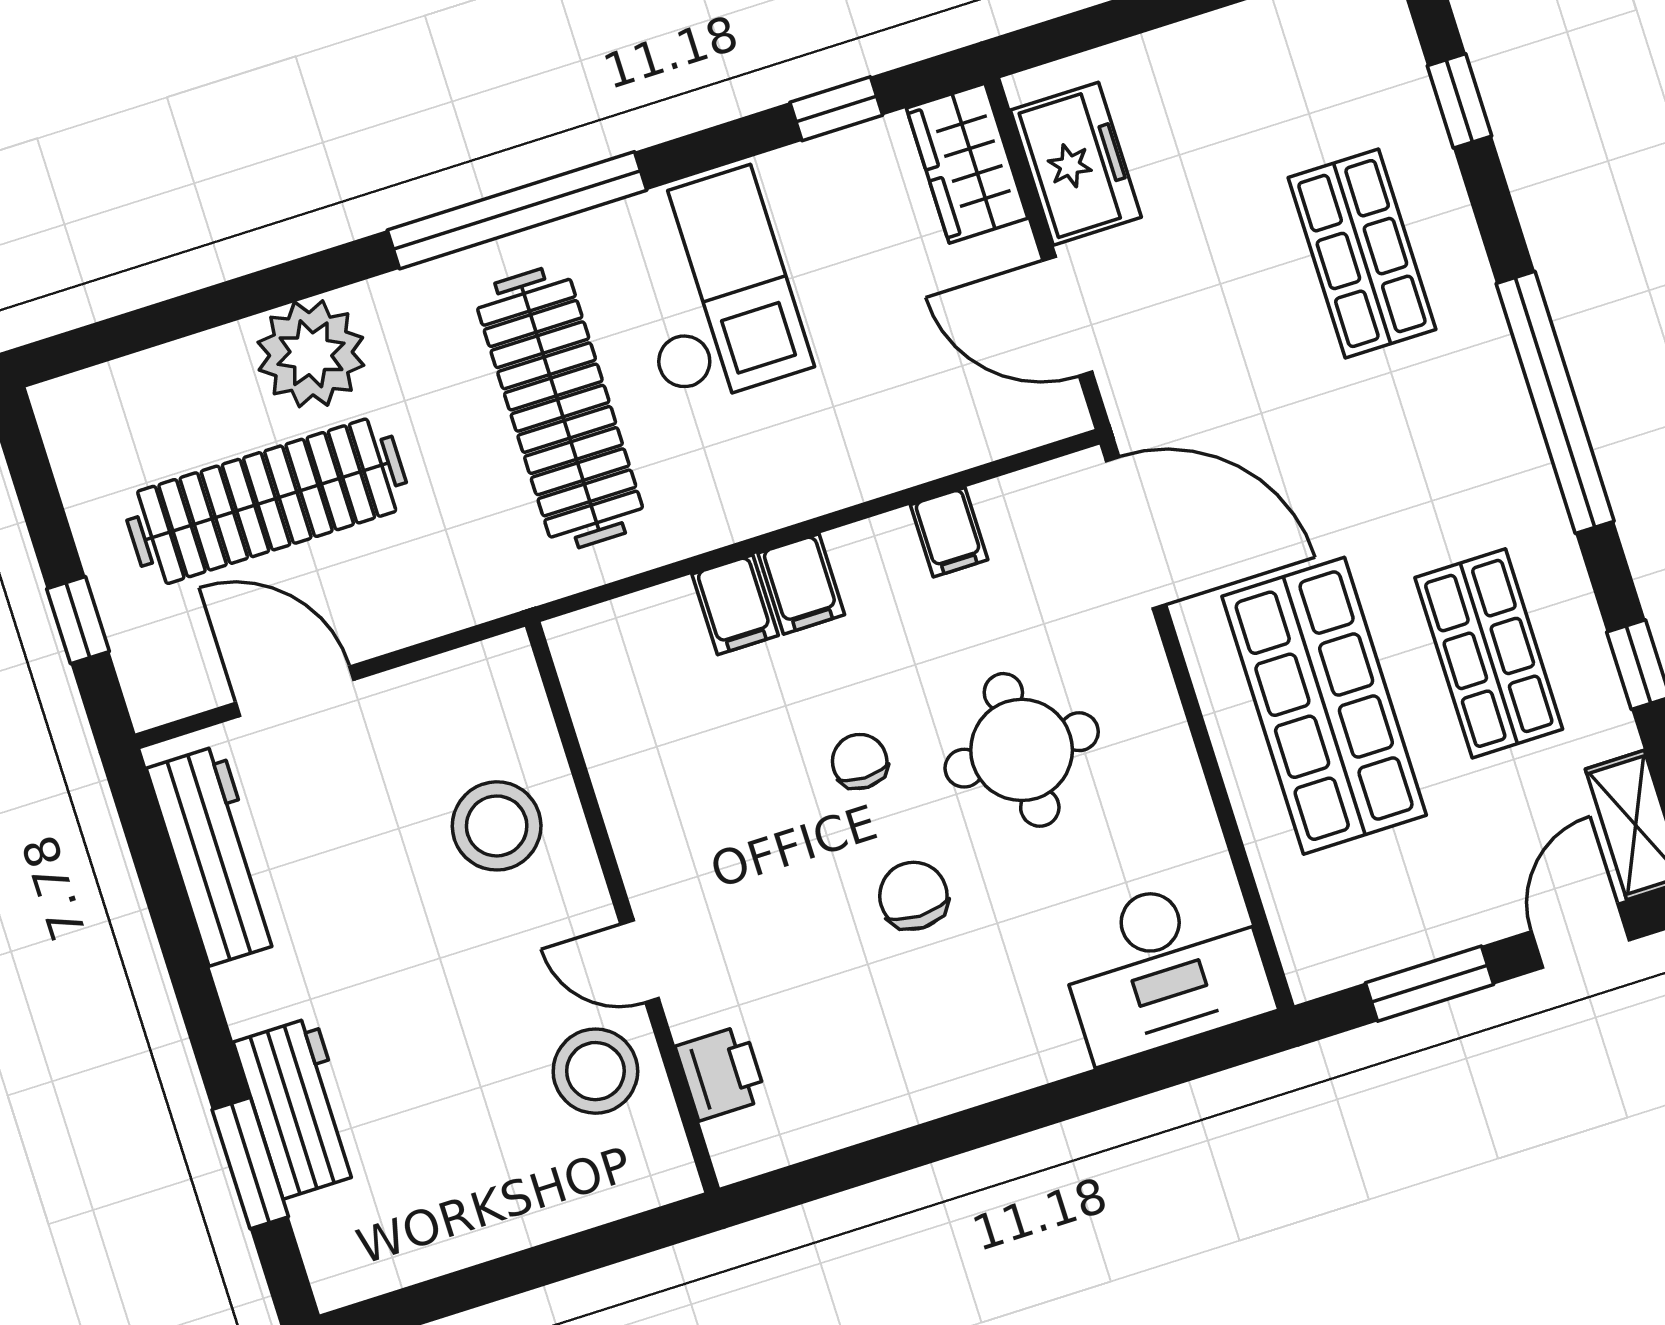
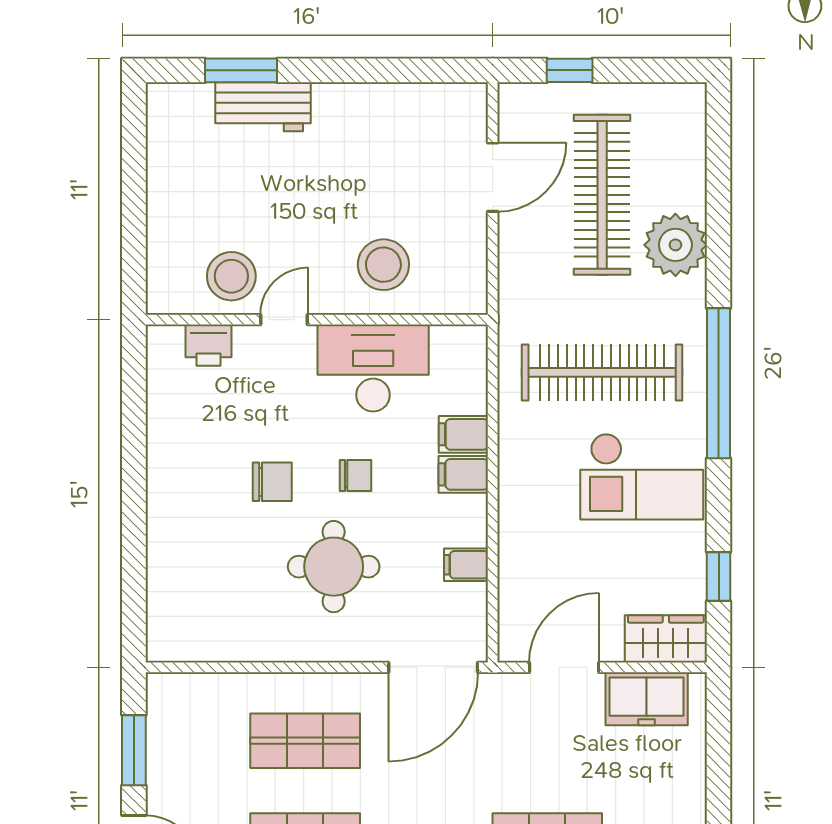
shop shelf: (1324, 706) -> (305, 741), width x0.70, depth x0.74
workbench: (215, 855) -> (416, 105), removed
desk: (1164, 967) -> (373, 368), moved, turned 90

